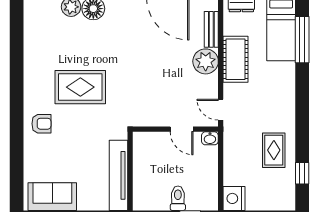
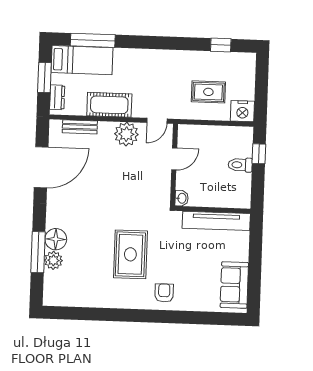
plant: (206, 61) -> (126, 134), moved
washbasin: (210, 138) -> (182, 198), moved
rug: (274, 150) -> (208, 92), moved

